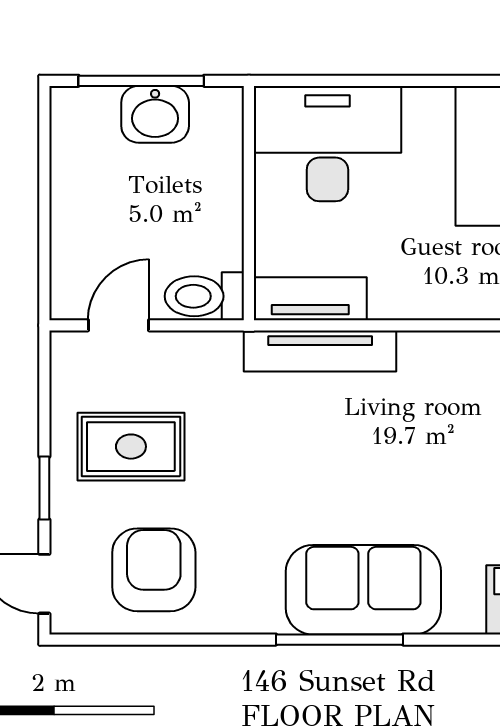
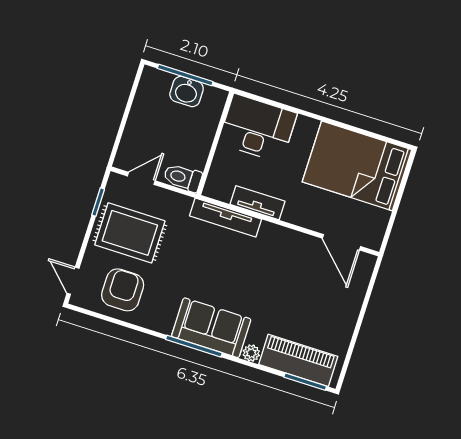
tv unit: (310, 299) -> (258, 203), moved
rug: (131, 447) -> (130, 233), width x1.36, depth x1.43
window: (44, 488) -> (98, 202), moved
plant: (464, 616) -> (251, 353), added

